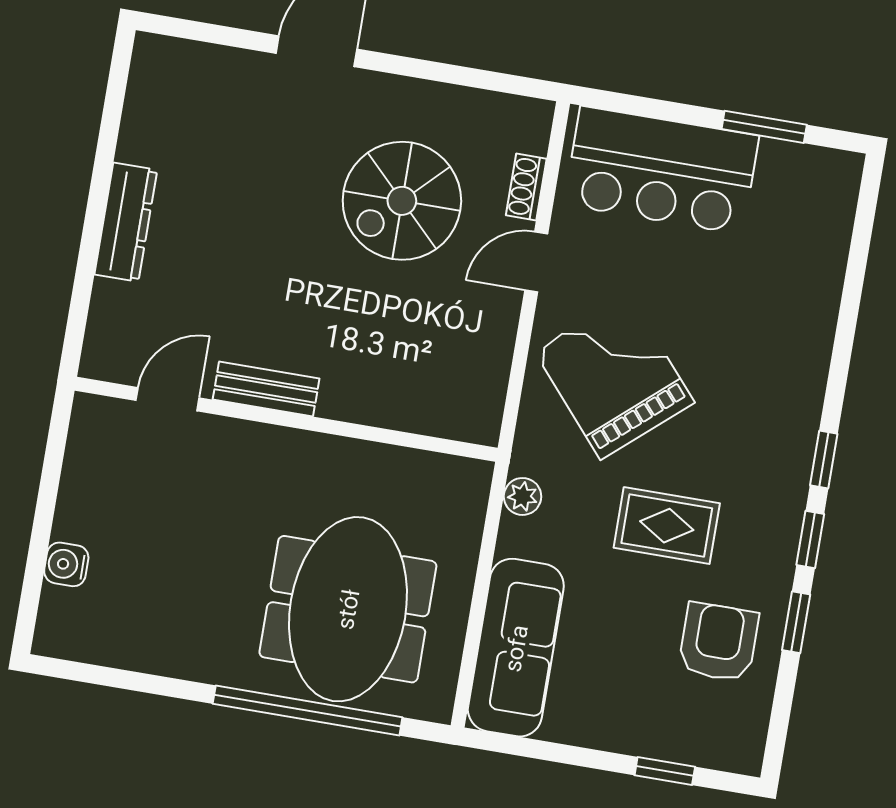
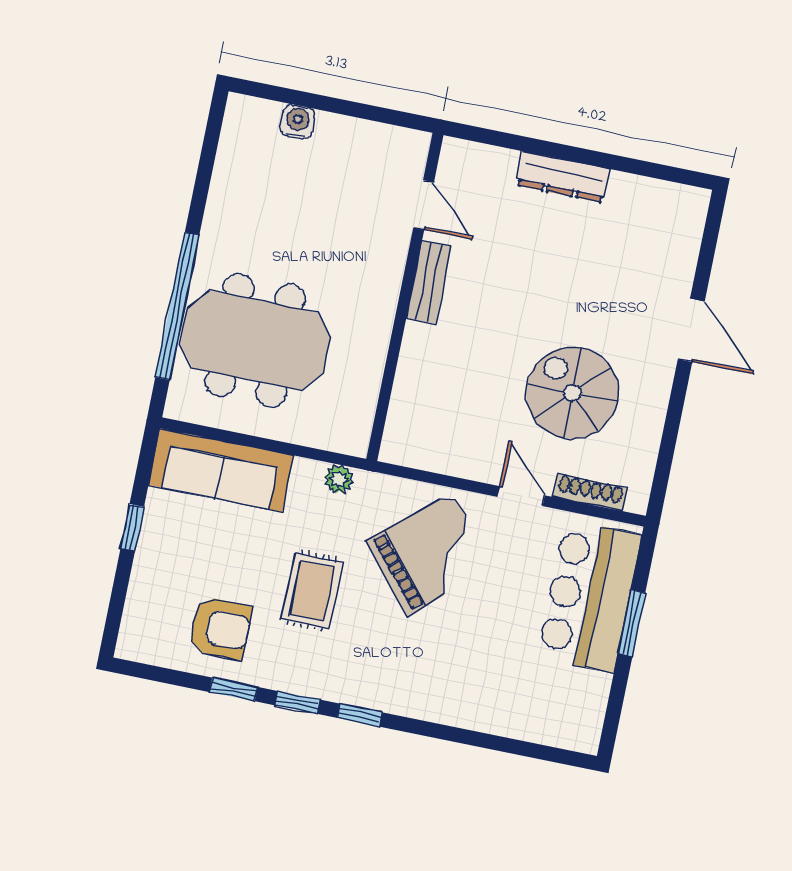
window: (764, 127) -> (632, 623), moved
shoe rack: (526, 187) -> (590, 492), width x1.43
window: (665, 771) -> (132, 528), moved

